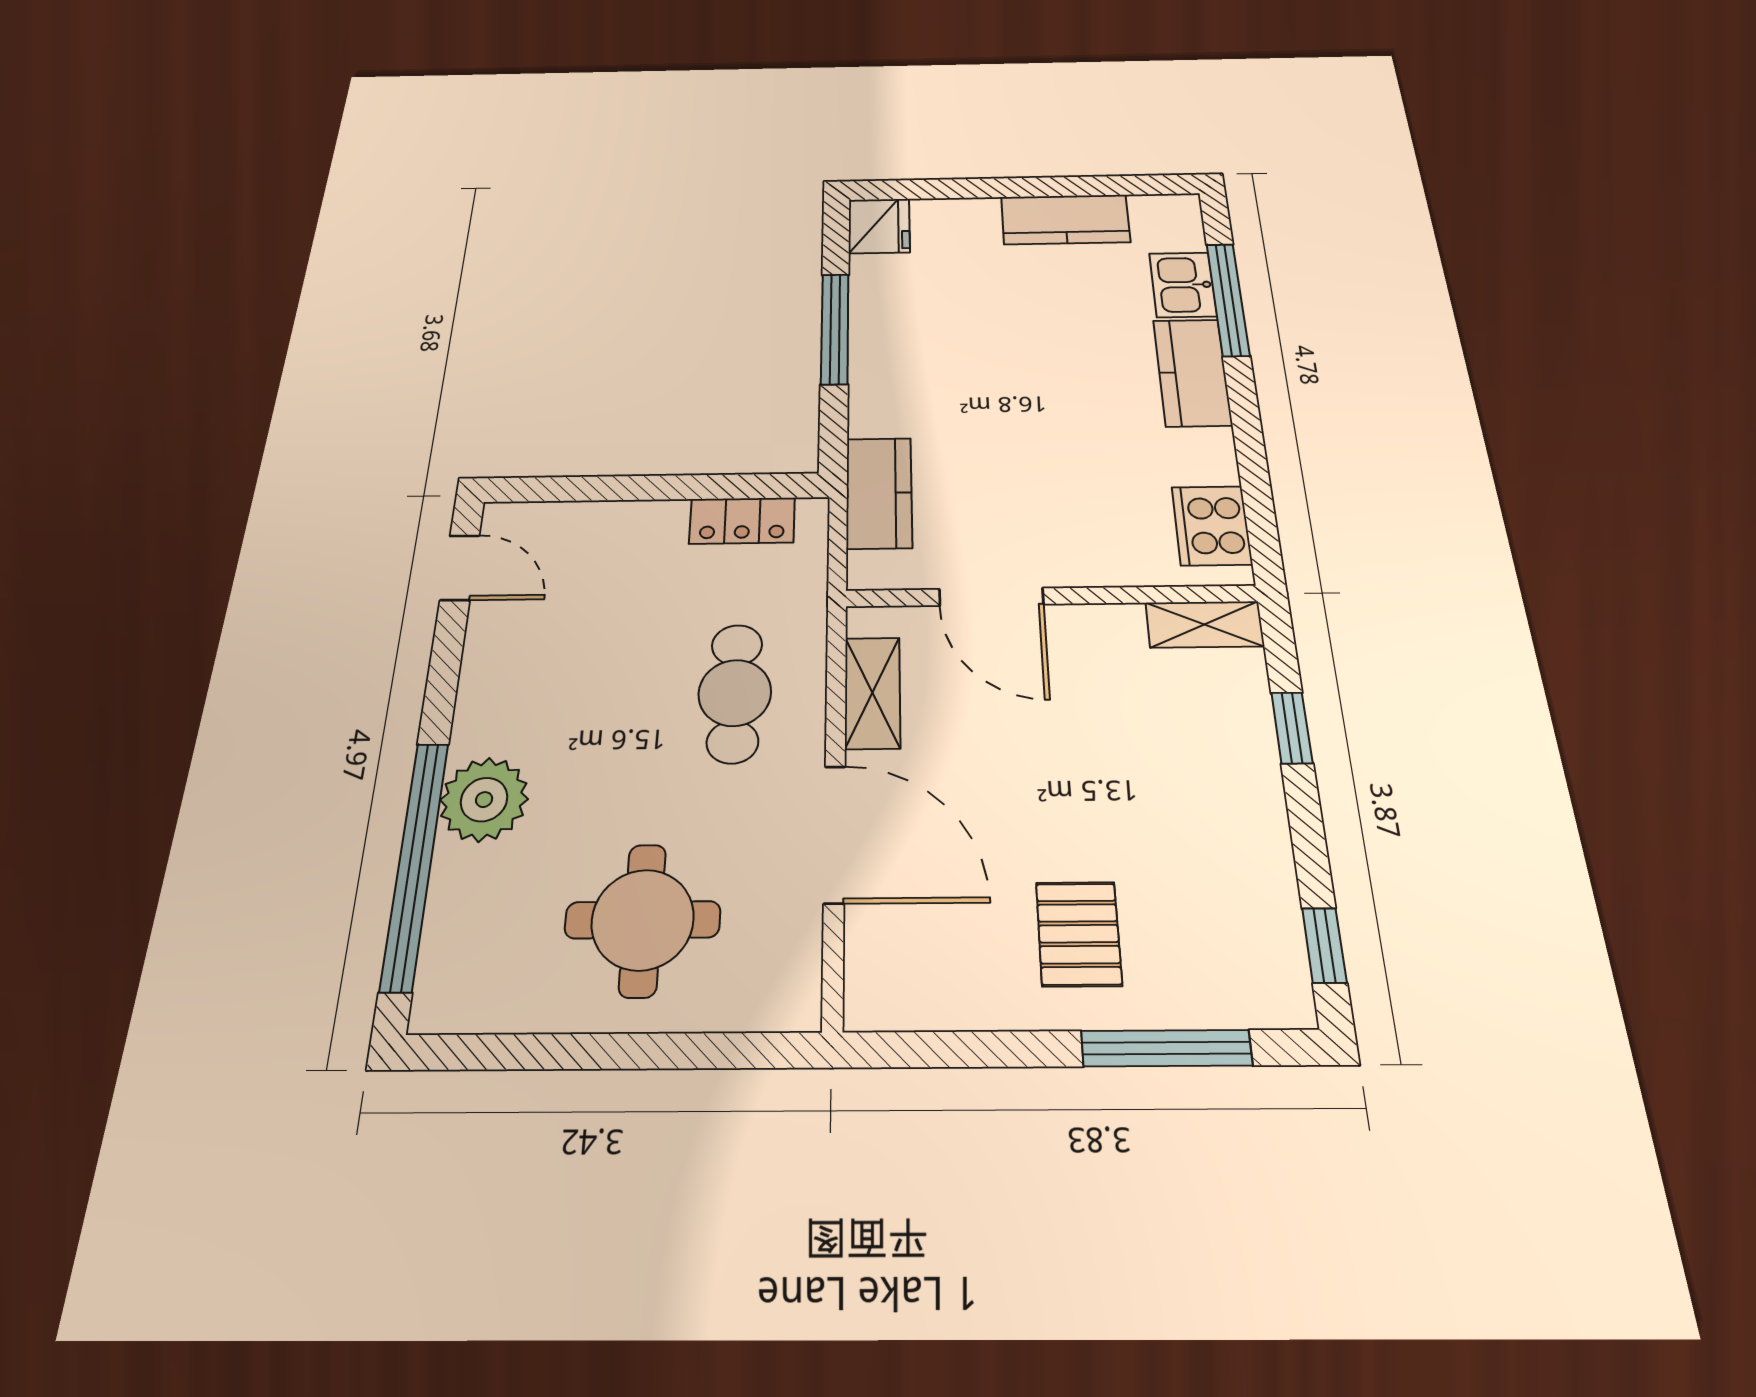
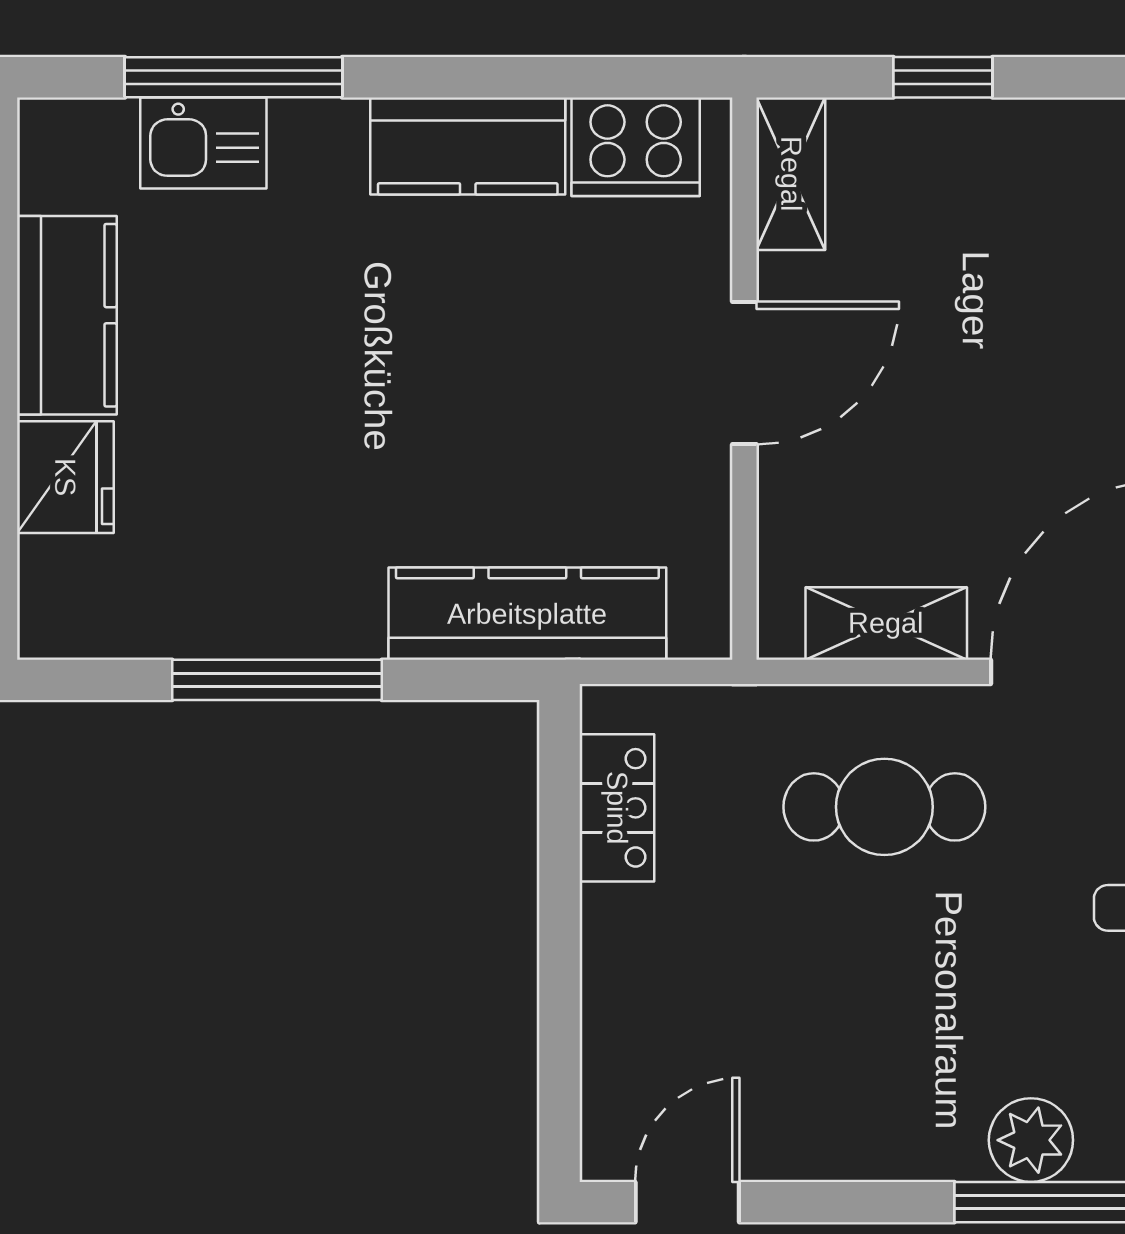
fridge: (879, 226) -> (65, 477), moved, turned 90
kitchen counter: (1192, 372) -> (468, 146), moved
kitchen counter: (879, 493) -> (527, 614), width x1.50
door: (991, 597) -> (744, 373), moved
plant: (484, 800) -> (1031, 1140), width x0.73, depth x0.73

